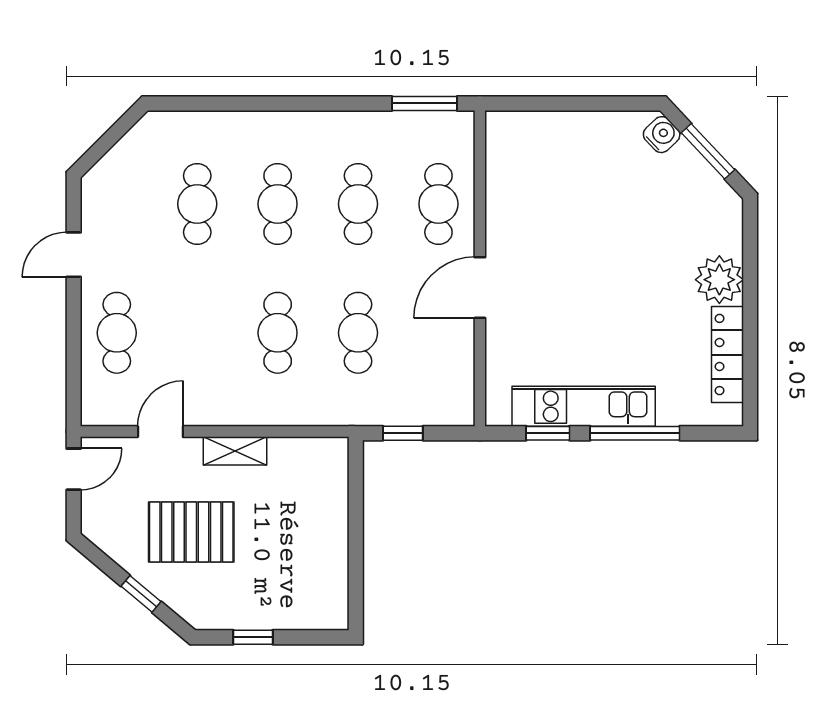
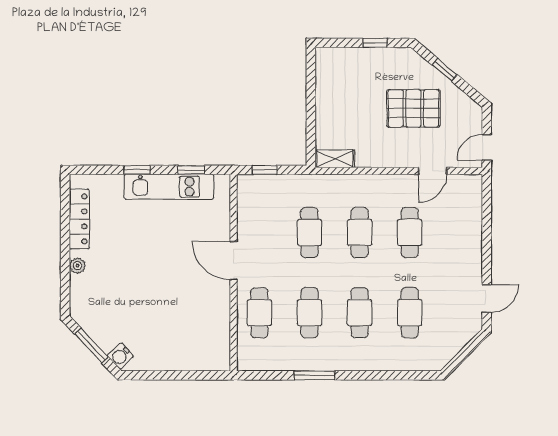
window: (425, 103) -> (314, 375), moved
door: (74, 255) -> (487, 299), moved
plant: (719, 280) -> (77, 266), width x0.53, depth x0.53
door: (480, 288) -> (234, 261), swing flipped
cafe table: (117, 333) -> (410, 232), moved
window: (403, 433) -> (264, 170), moved
window: (635, 433) -> (137, 170), width x0.46
shelving: (235, 451) -> (335, 159), moved

